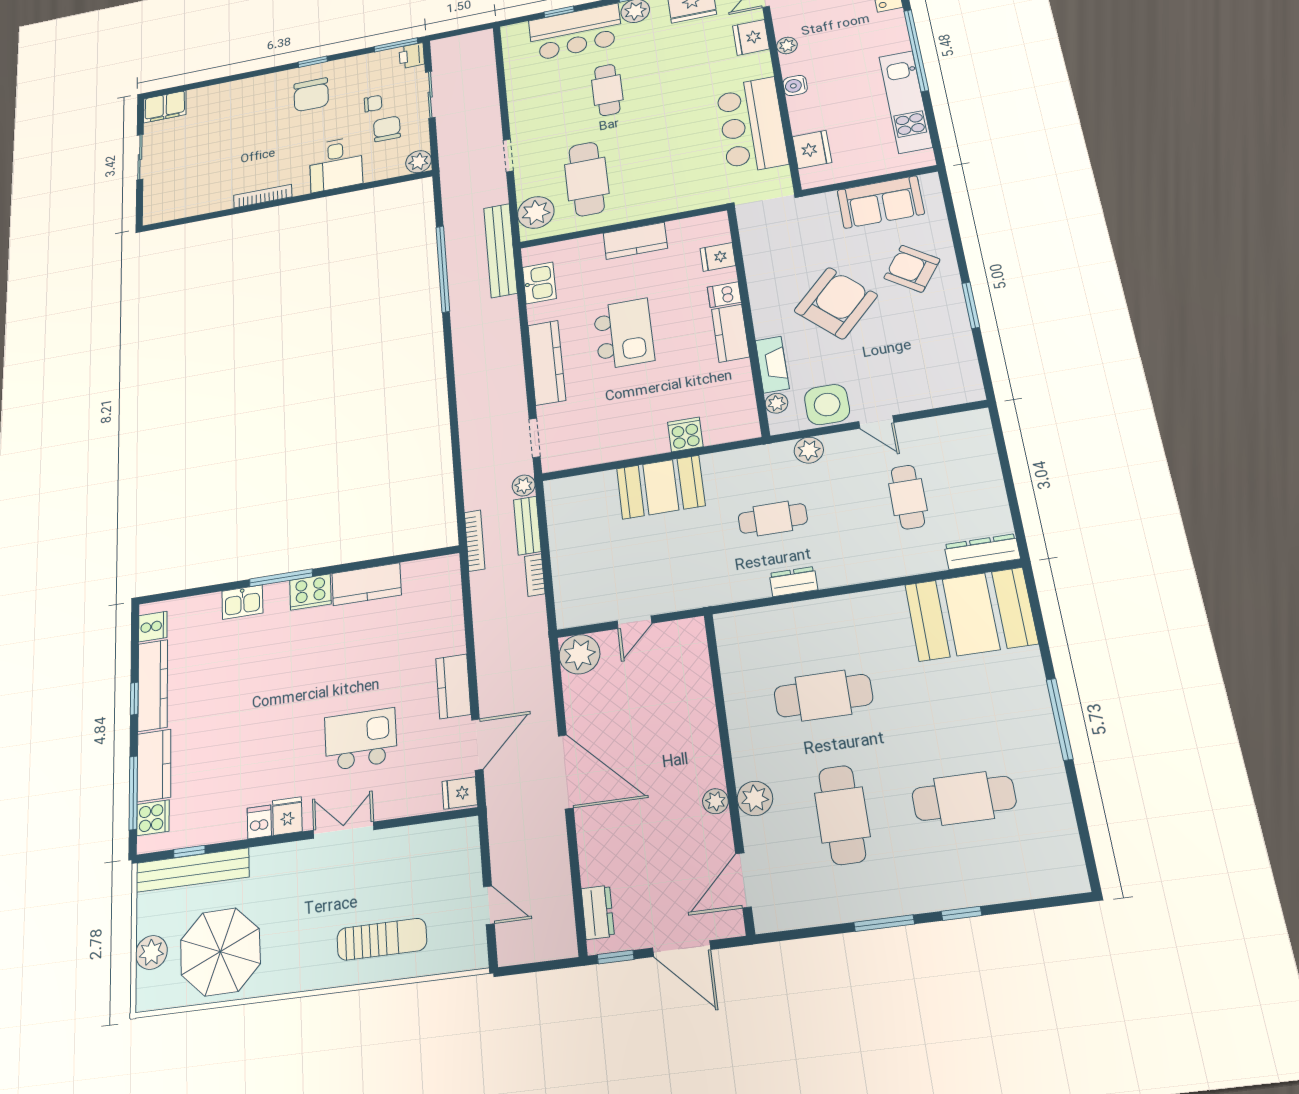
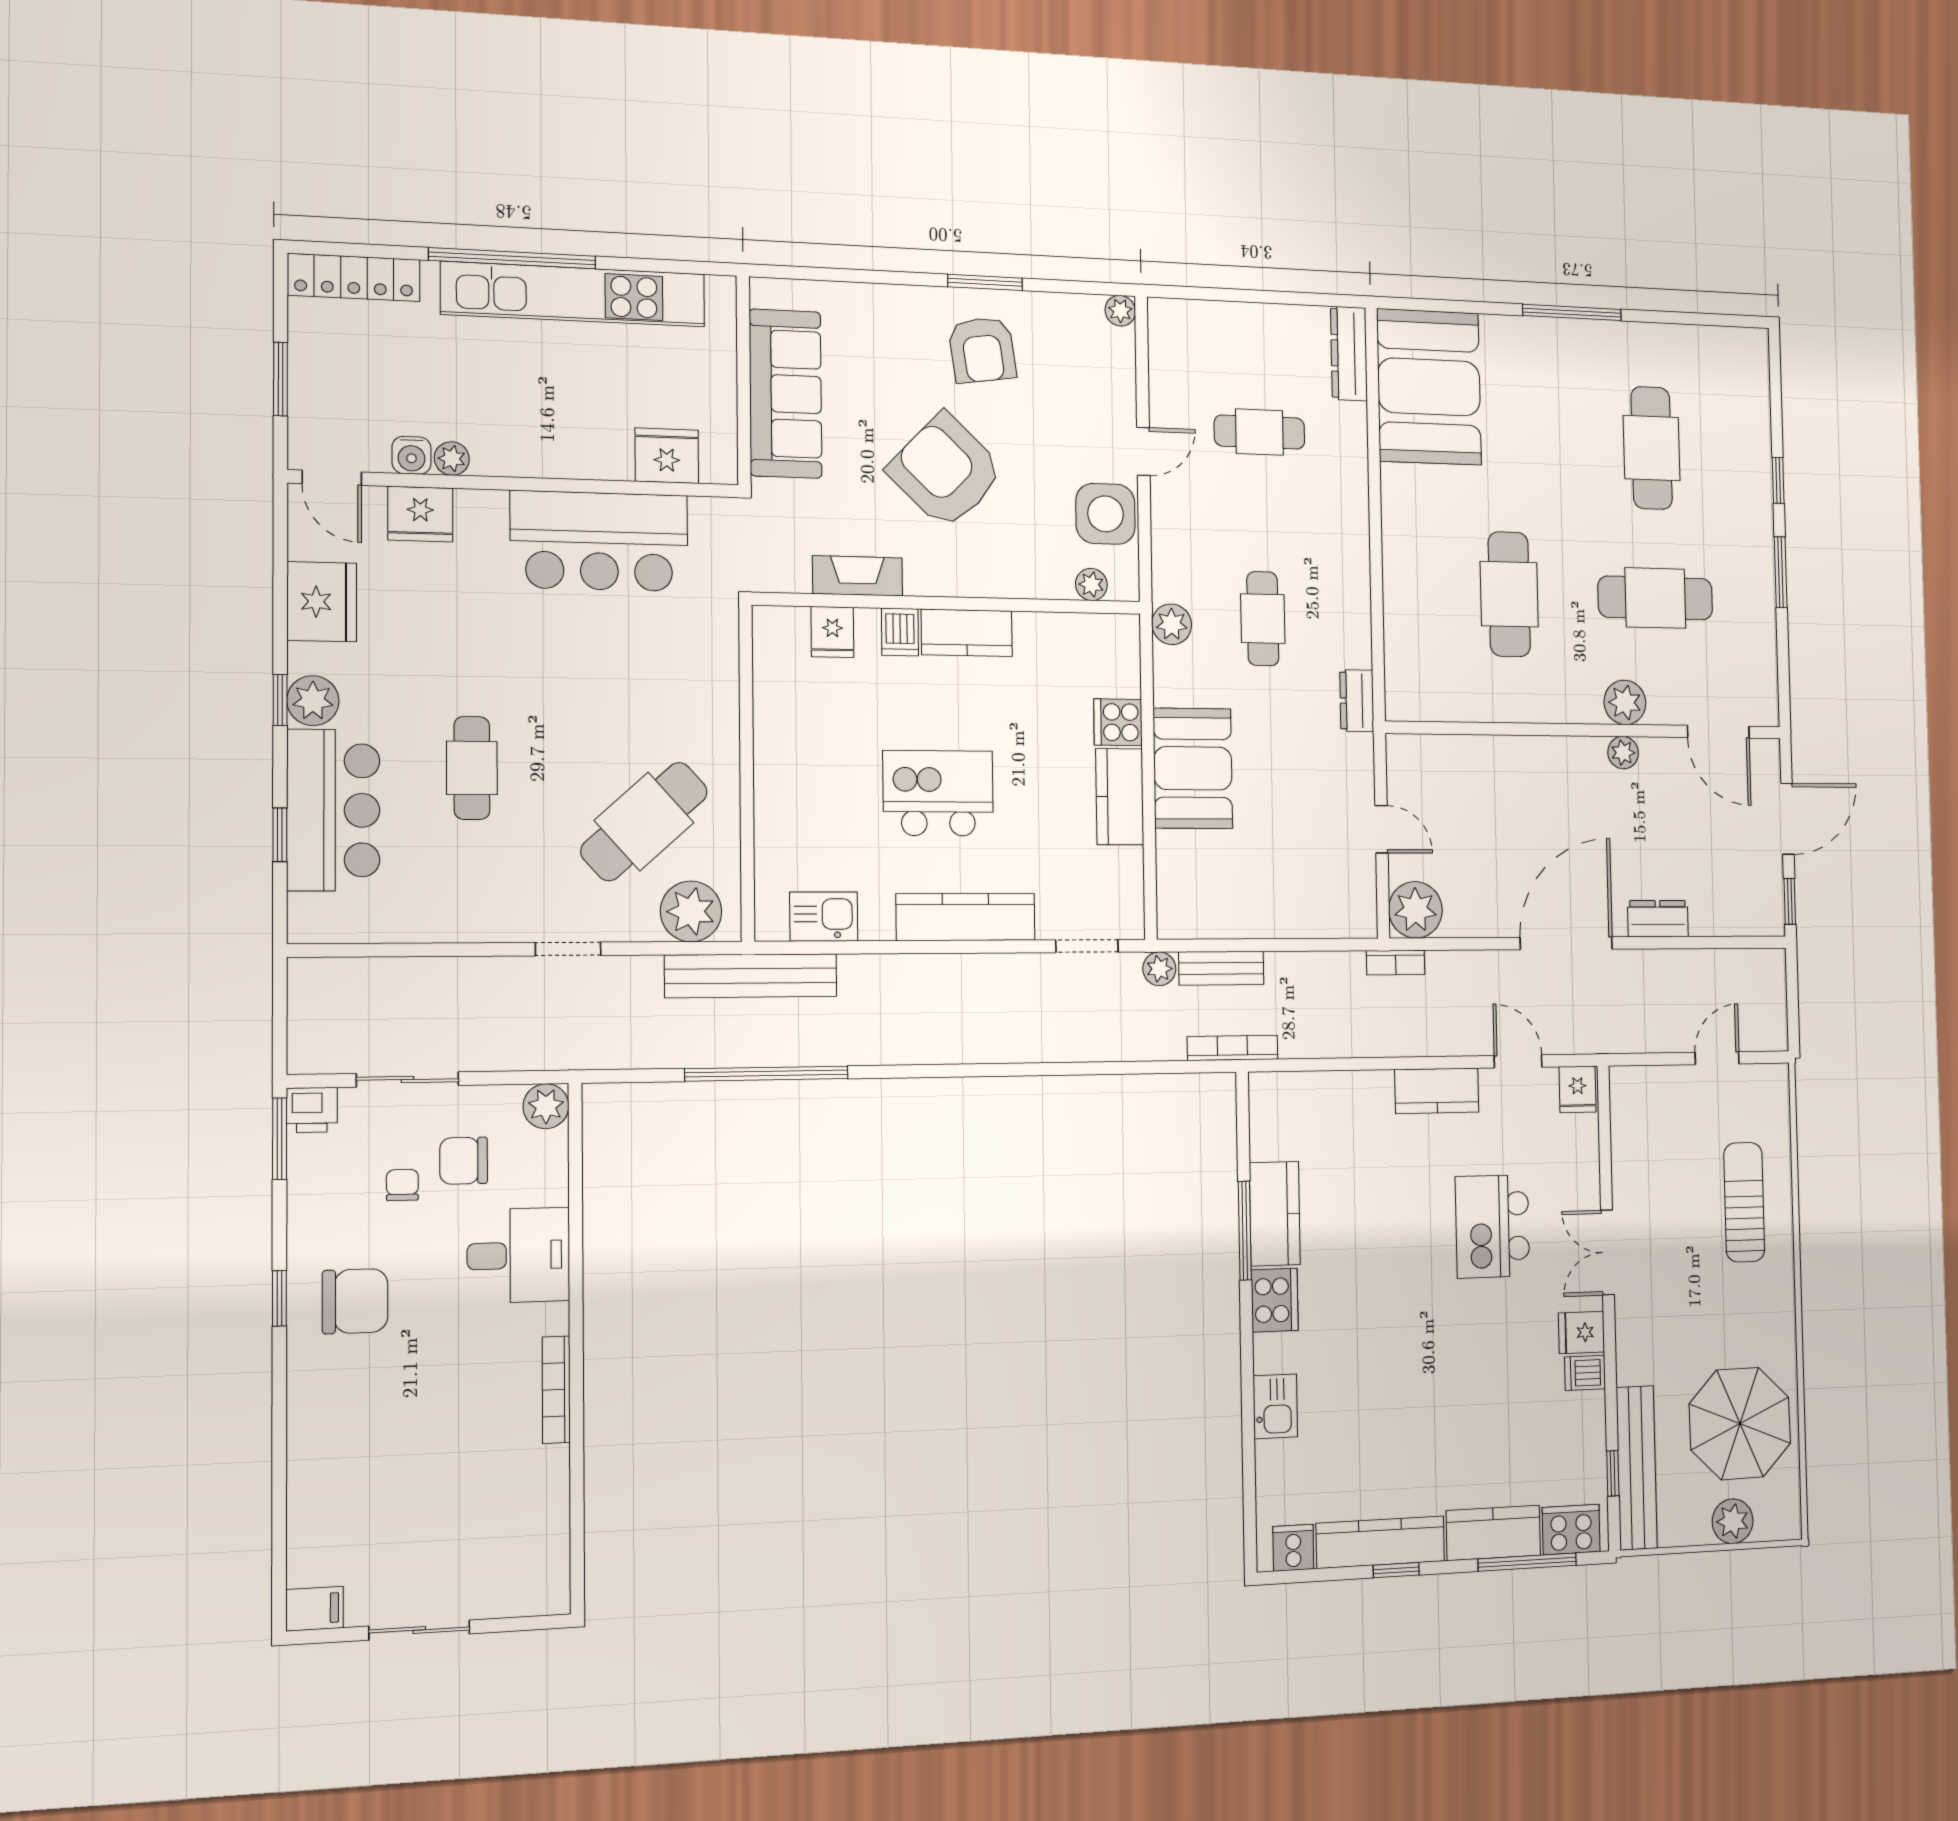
water cooler: (795, 86) -> (412, 455), moved
cafe table: (607, 90) -> (472, 768), turned 90
kitchen unit: (906, 102) -> (574, 294), width x1.36
filing cabinet: (165, 107) -> (315, 1609), width x0.50
cafe table: (587, 179) -> (644, 821), turned -42
sofa: (881, 202) -> (786, 394), width x1.36
kitchen counter: (635, 241) -> (1120, 797), moved, turned 180
armchair: (912, 269) -> (982, 350), moved, turned -43
fireplace: (772, 365) -> (858, 576), moved
plant: (973, 392) -> (1120, 311), added
plant: (809, 450) -> (1172, 624), moved
bookcase: (535, 575) -> (1396, 963), moved
window: (281, 578) -> (1245, 1231), moved
dresser: (793, 582) -> (1357, 701), moved
door: (477, 744) -> (1518, 1061), width x0.73
cooker: (153, 818) -> (1571, 1530), width x1.36
dresser: (598, 912) -> (1658, 919), moved

